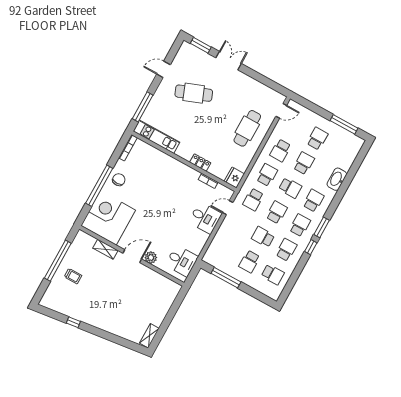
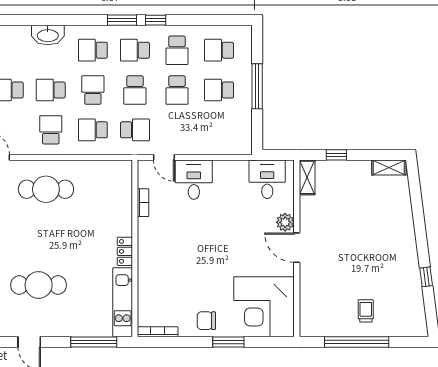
cafe table: (194, 93) -> (39, 285), turned -69
school desk: (280, 150) -> (51, 130), turned -90
locker: (200, 163) -> (125, 251), moved
fridge: (234, 178) -> (120, 171), removed
window: (99, 186) -> (228, 342), width x0.47
school desk: (277, 212) -> (135, 90), turned -90
shelving: (105, 249) -> (307, 177), moved
school desk: (286, 250) -> (177, 50), turned -90
school desk: (249, 262) -> (219, 90), turned 180
school desk: (273, 274) -> (219, 50), turned -90
window: (226, 278) -> (257, 86), moved
window: (174, 309) -> (336, 155), added

